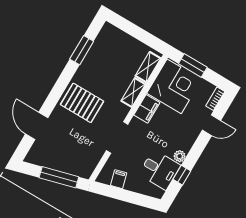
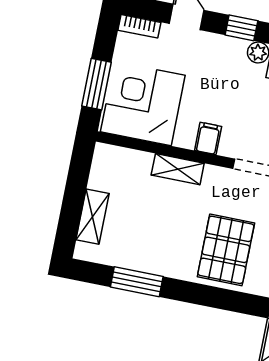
shelving: (148, 67) -> (93, 217), moved, turned 90
filing cabinet: (147, 109) -> (208, 138), width x0.50
window: (196, 152) -> (241, 28), added

